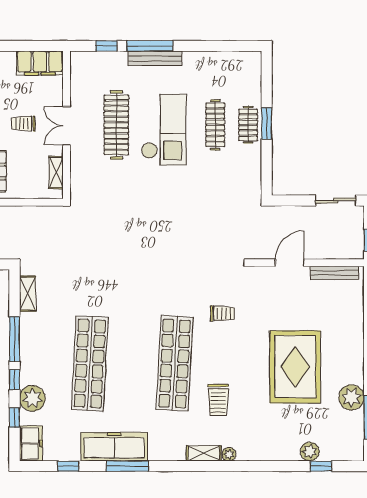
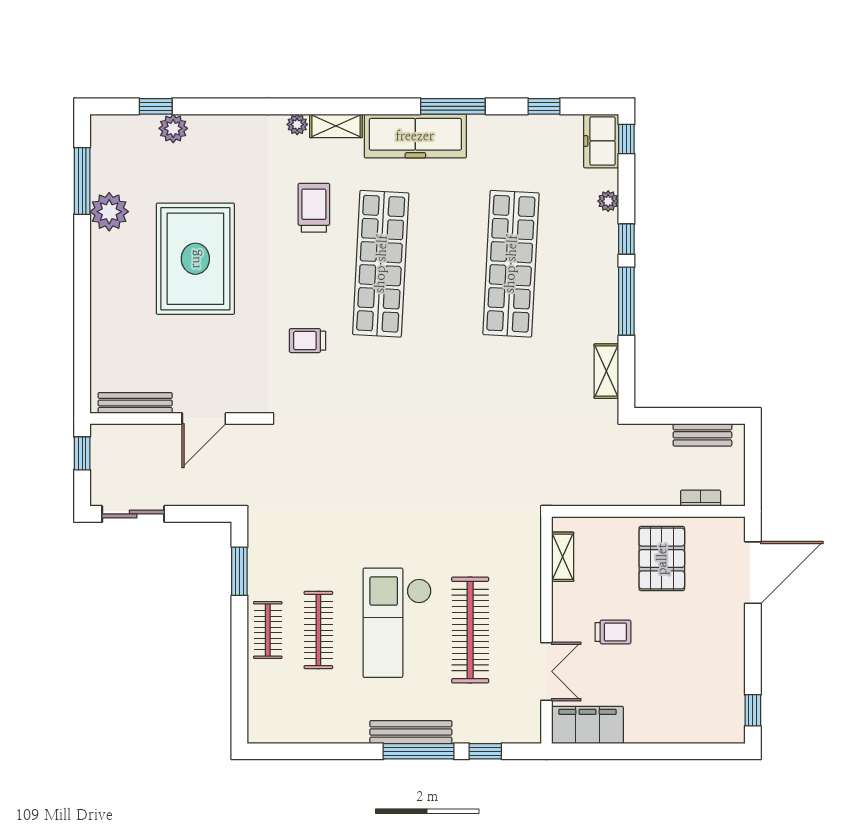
window: (267, 123) -> (239, 571), moved
double door: (67, 126) -> (546, 671), moved
plant: (32, 398) -> (608, 201), width x0.53, depth x0.53
window: (14, 418) -> (626, 139), moved
freezer: (114, 447) -> (415, 136), moved

